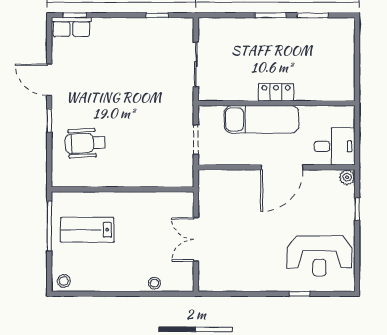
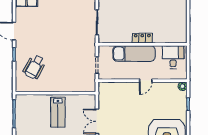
wheelchair: (85, 143) -> (34, 67), turned -59
desk: (335, 146) -> (173, 57), moved, turned -90
door: (282, 167) -> (146, 81), width x0.53
lab bench: (87, 230) -> (58, 112), moved, turned -90

